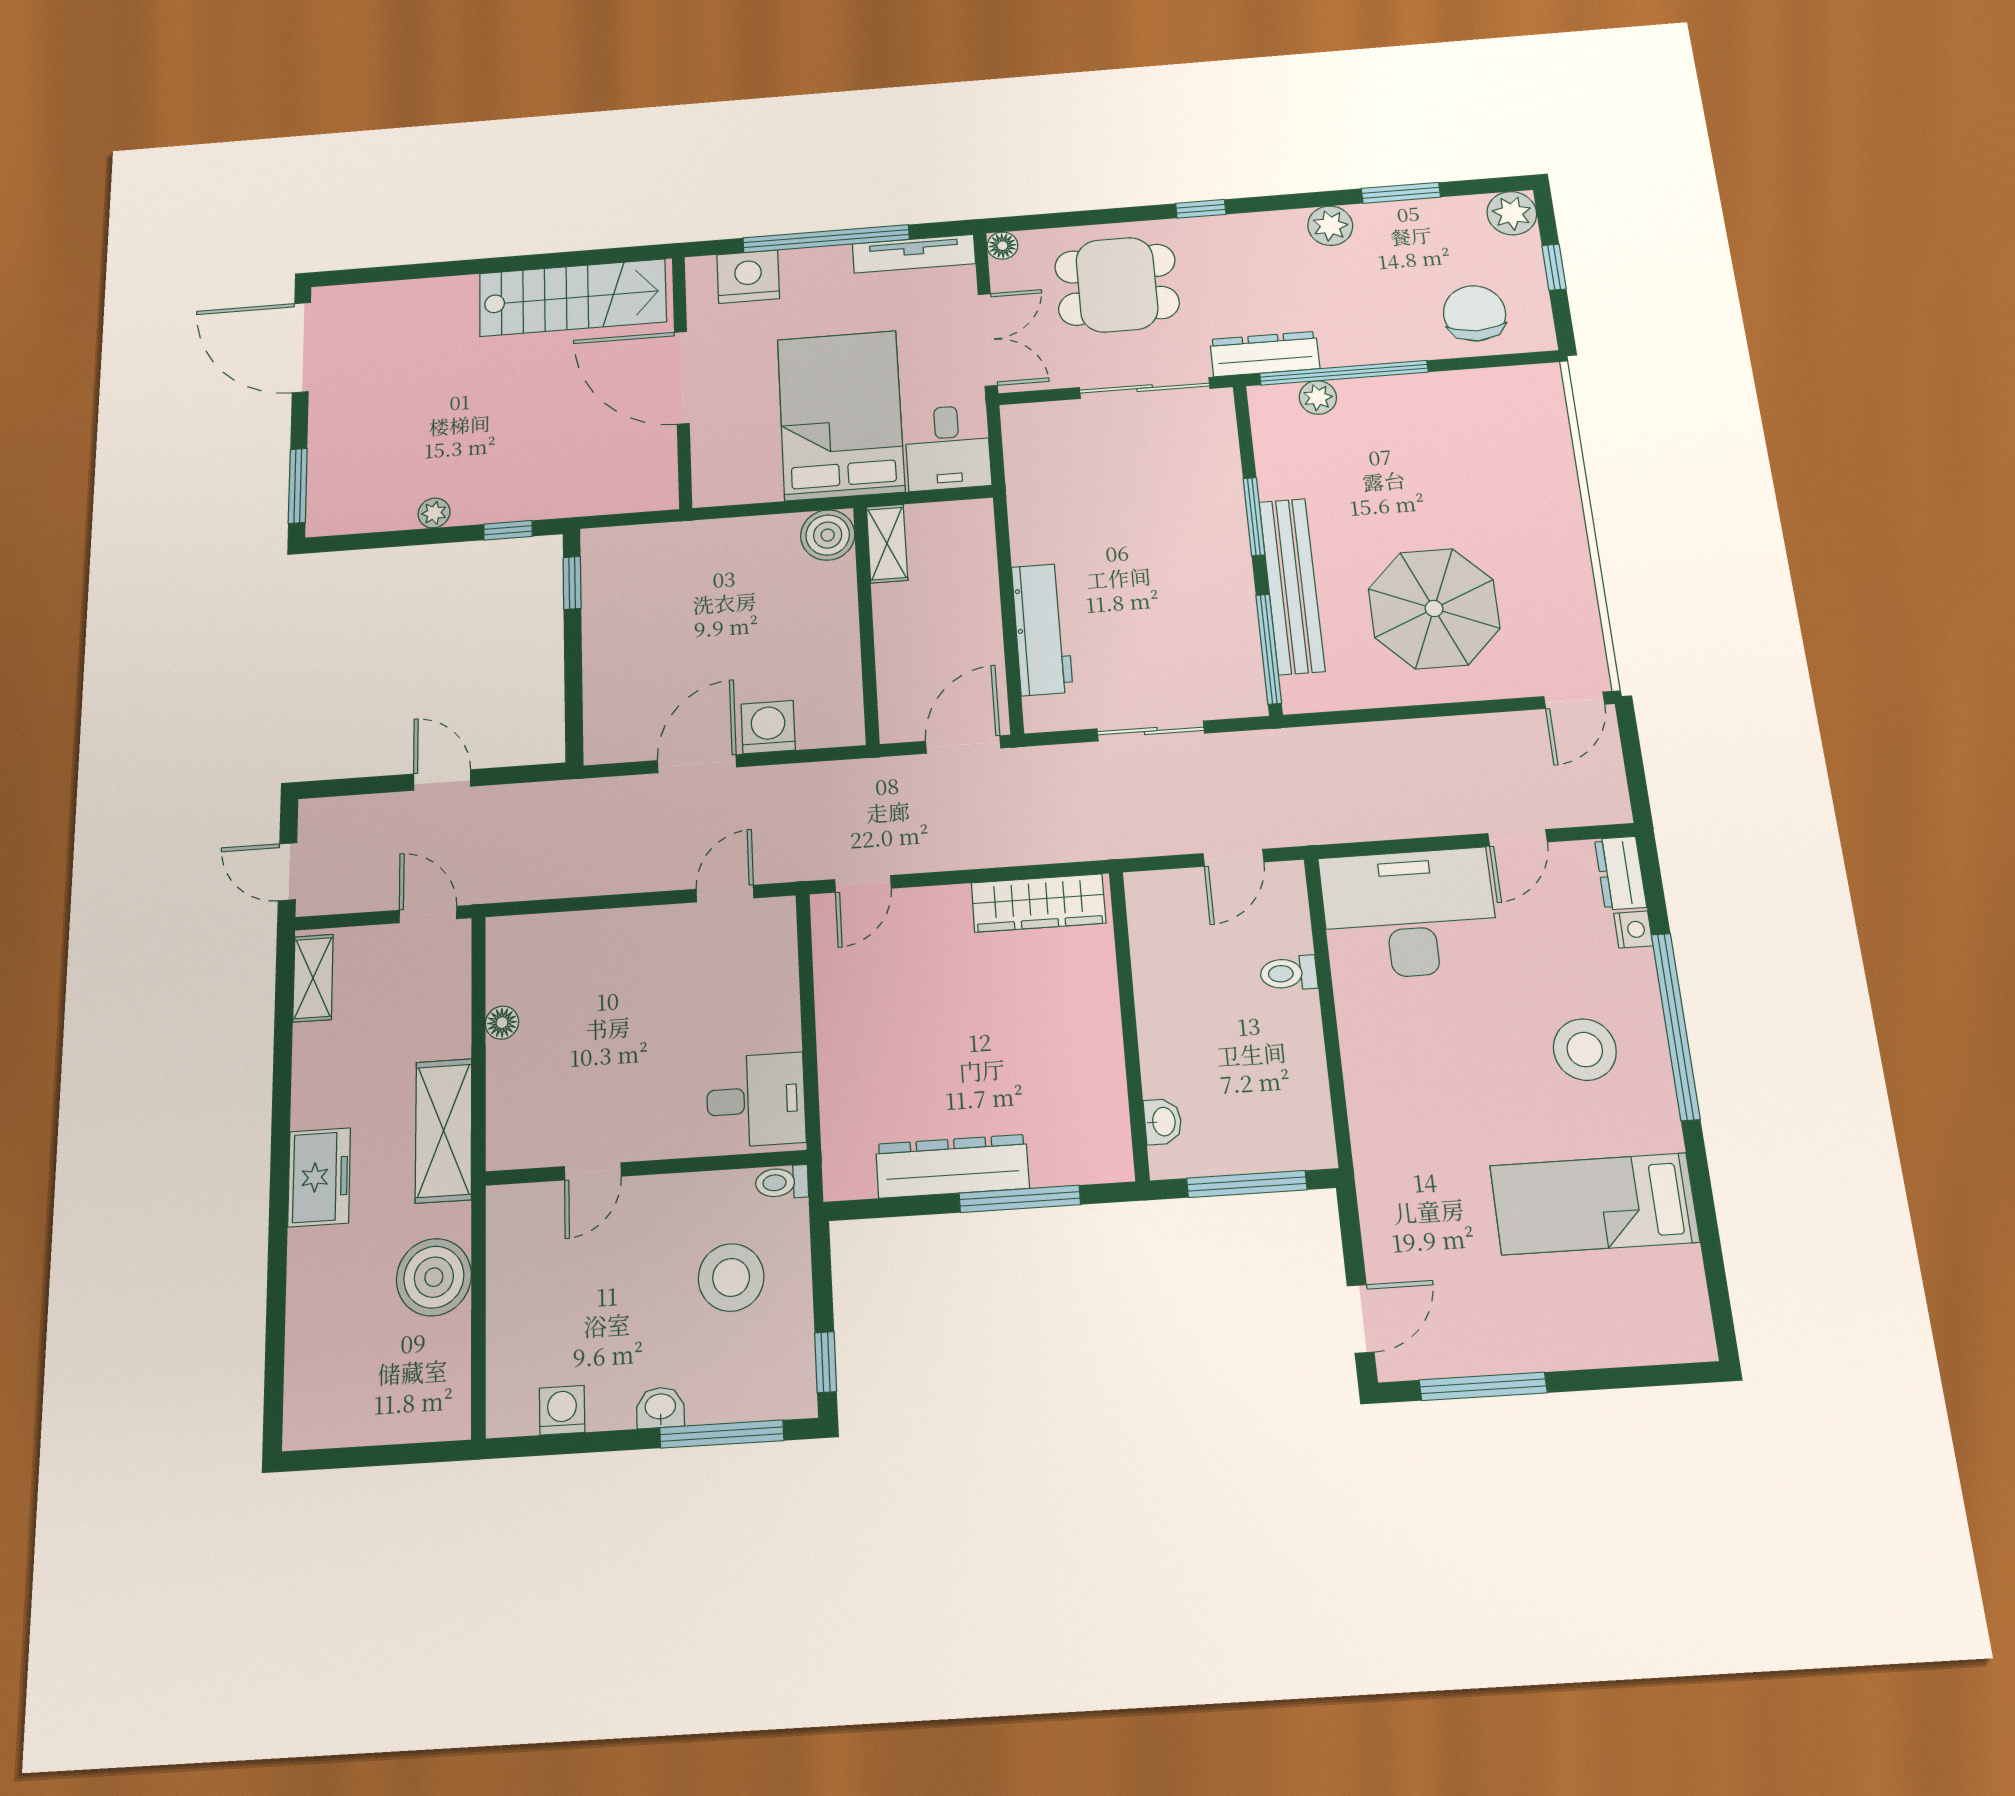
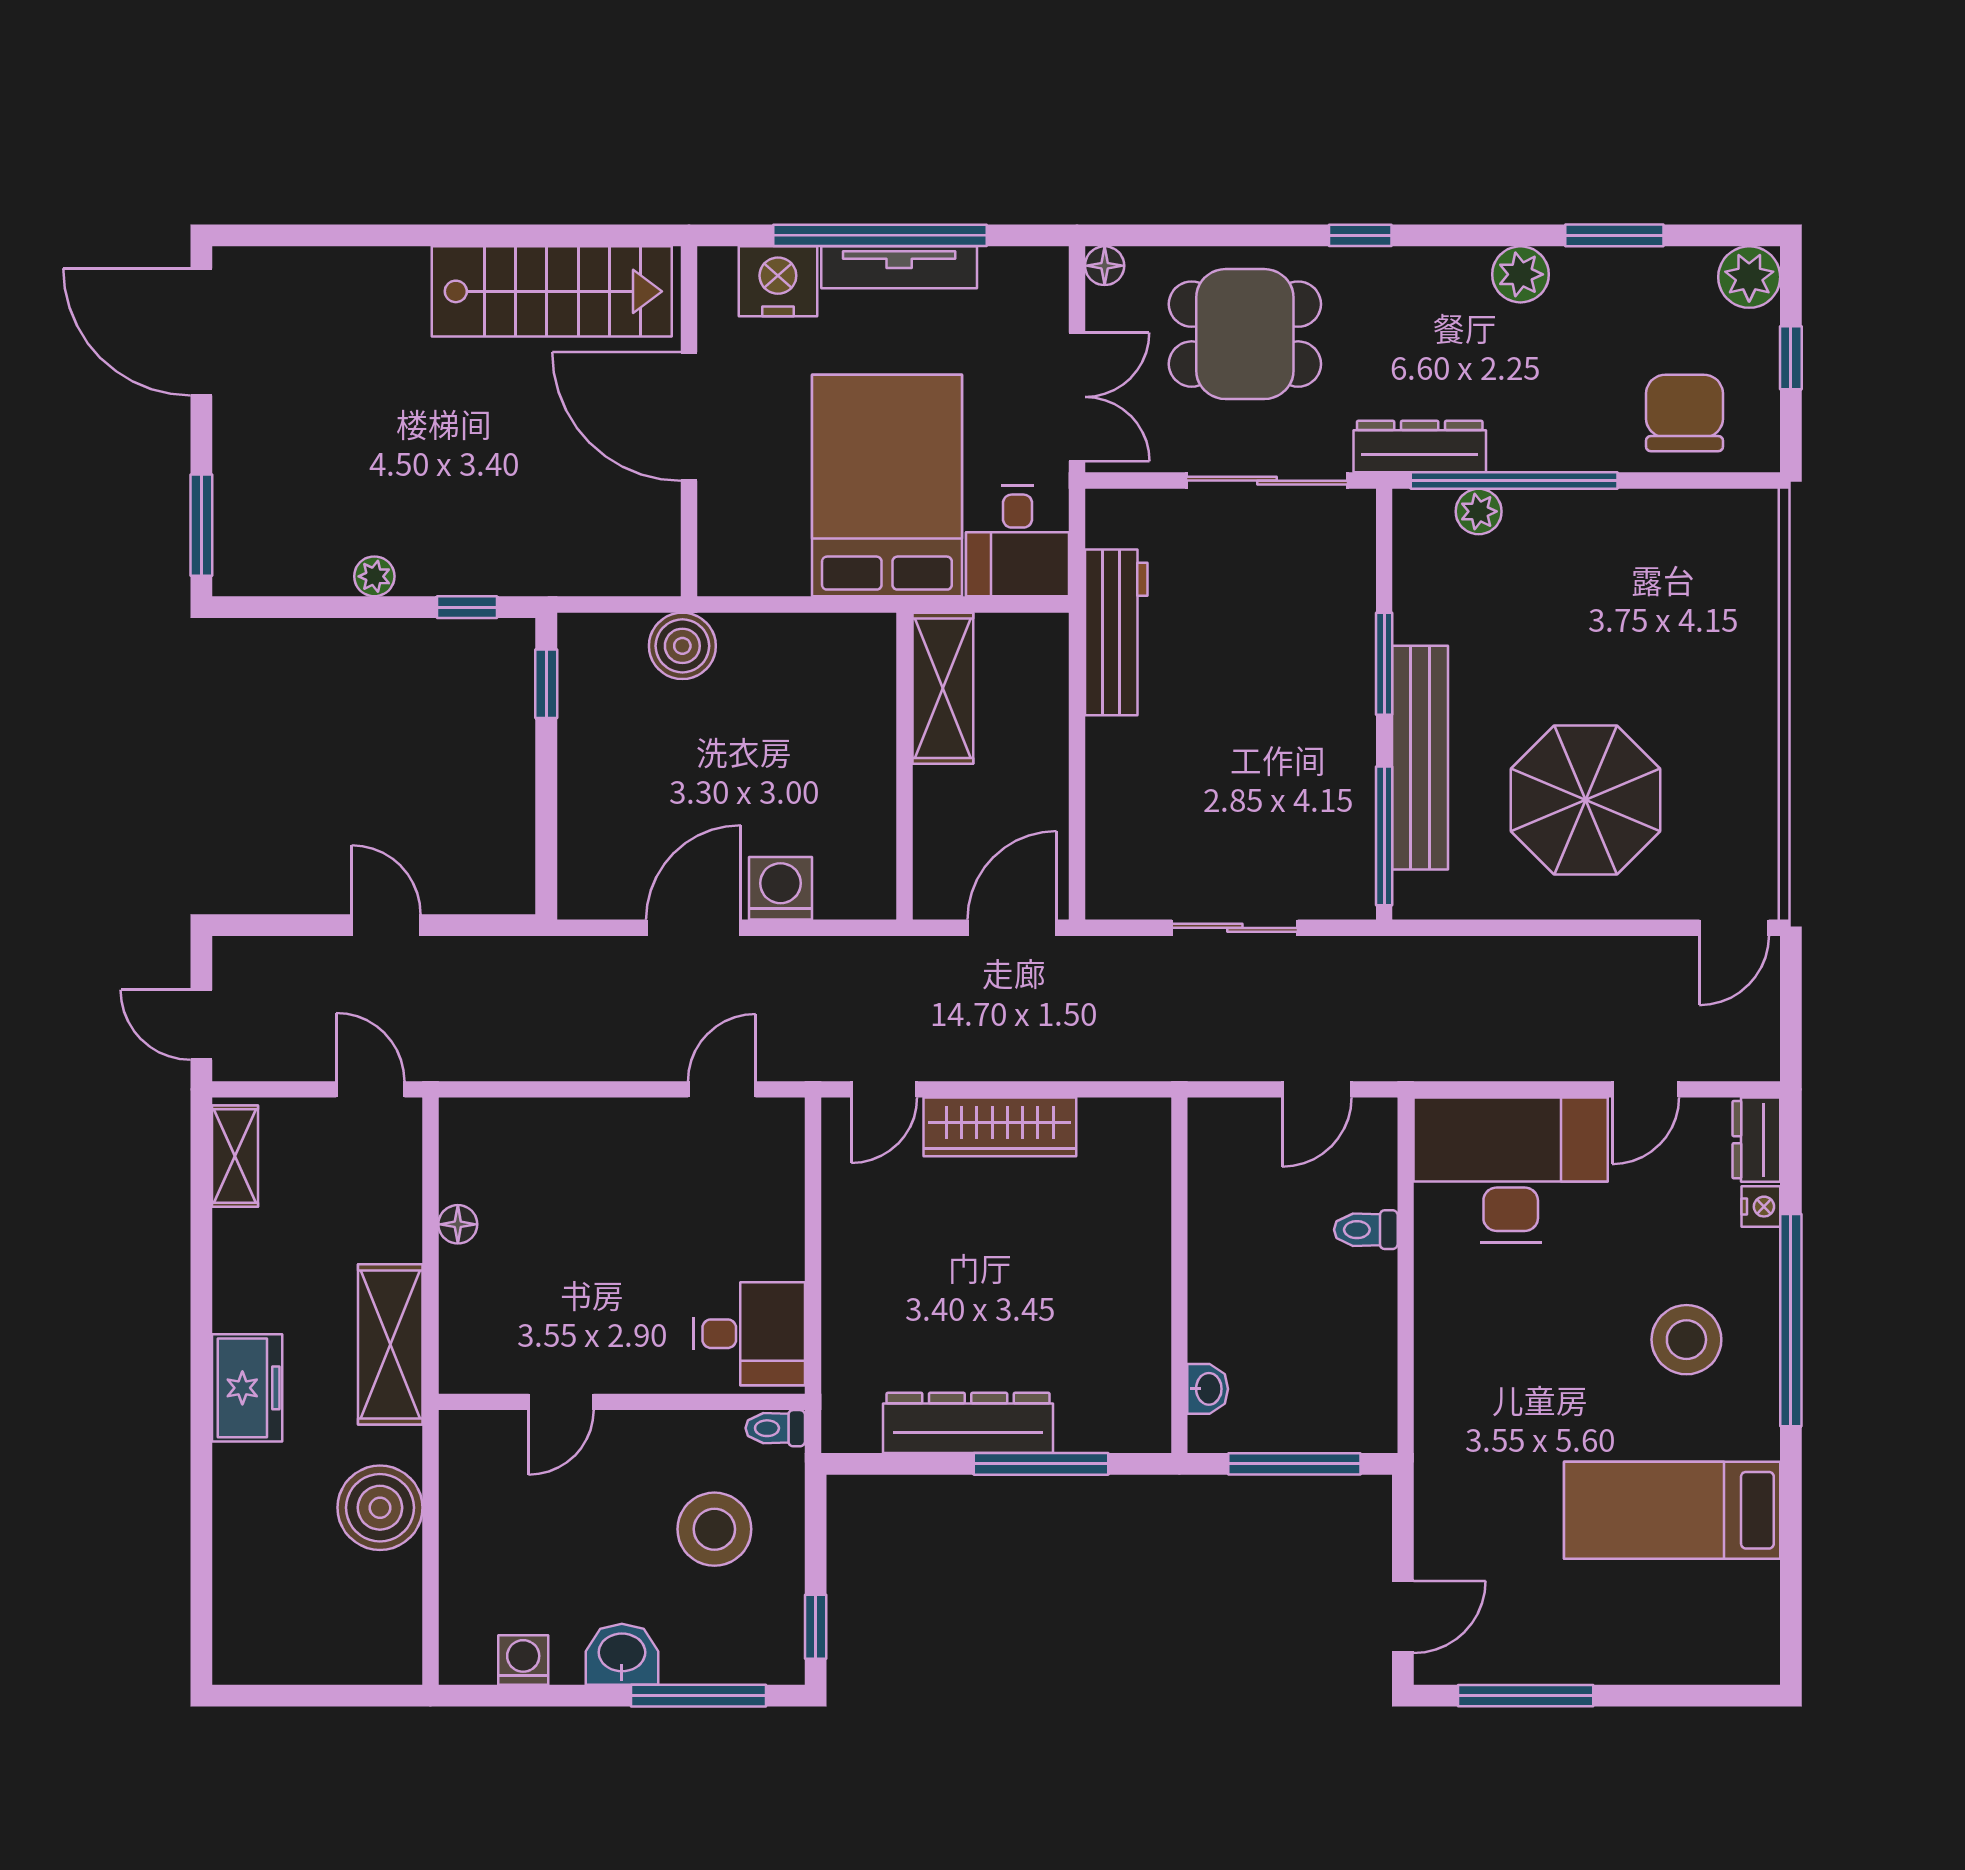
tv unit: (914, 254) -> (899, 267), moved
boiler: (828, 535) -> (682, 646), moved
shelving: (887, 544) -> (943, 688), width x1.50, depth x1.33
workbench: (1042, 629) -> (1116, 632), moved
wardrobe: (1038, 903) -> (1000, 1127), moved
washbasin: (660, 1408) -> (622, 1654), width x1.38, depth x1.45

